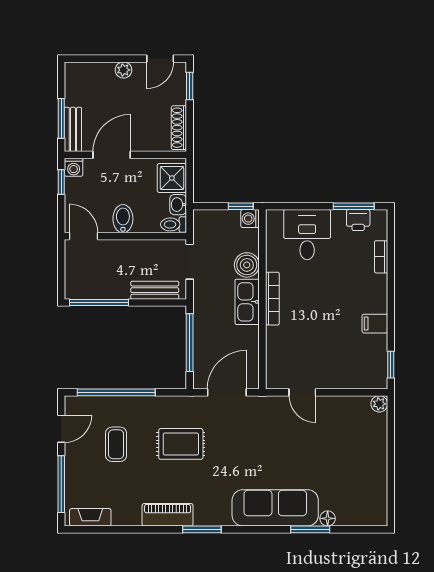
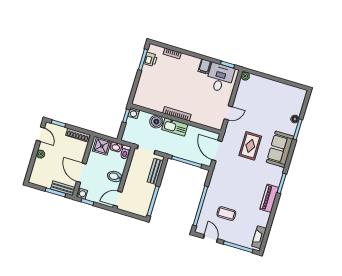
desk: (307, 235) -> (220, 78), moved, turned 90
rug: (181, 444) -> (250, 146), moved
sofa: (275, 508) -> (280, 149), width x0.73

